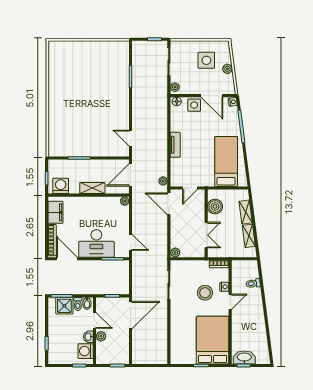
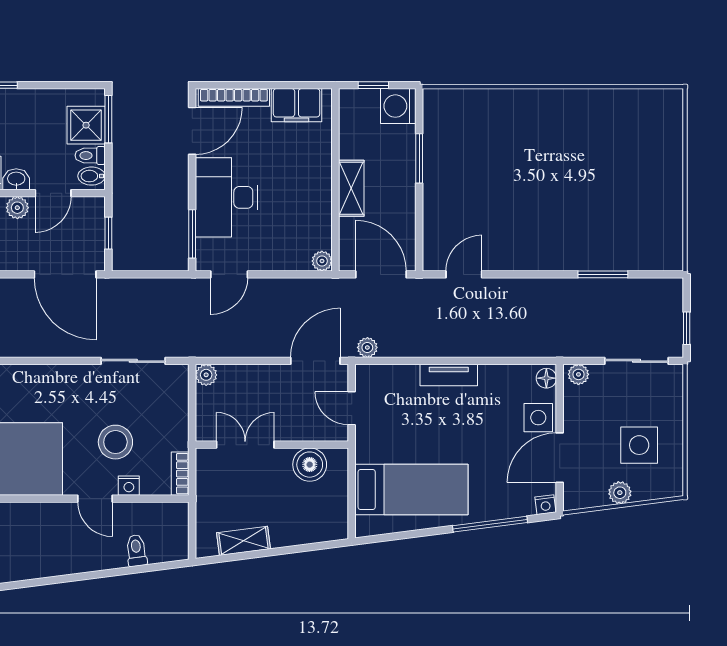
washing machine: (61, 186) -> (398, 106), moved, turned 180
shelving: (246, 212) -> (297, 534), removed
double door: (206, 235) -> (245, 445), swing flipped

